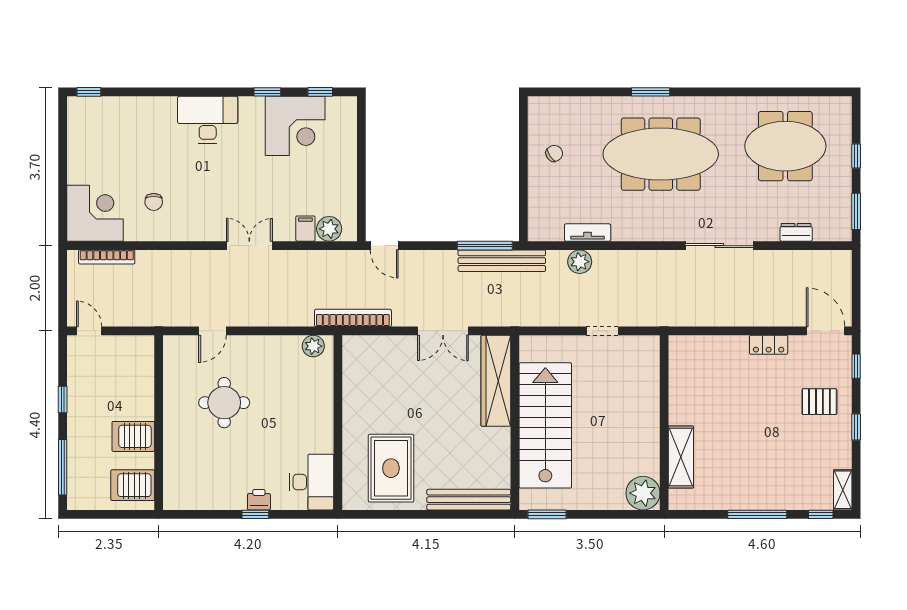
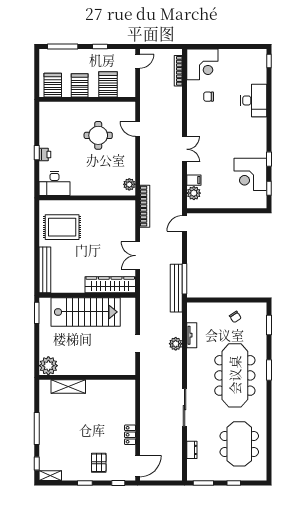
window: (569, 92) -> (269, 325), added
desk: (208, 120) -> (254, 100), moved
plant: (580, 262) -> (176, 344), moved
server rack: (131, 385) -> (108, 84), added

